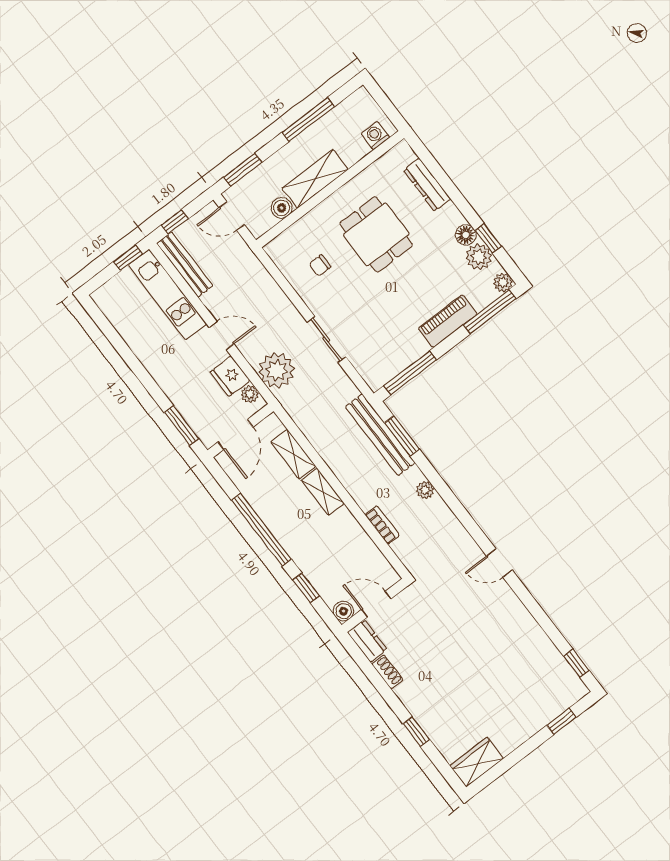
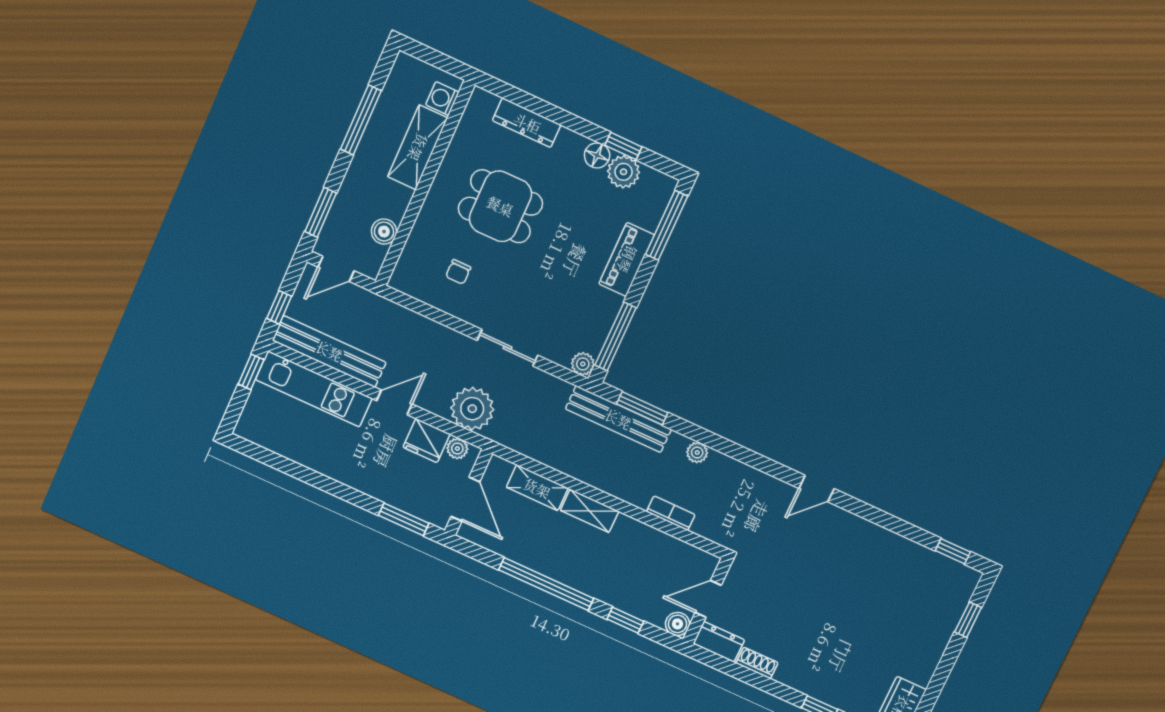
shelving: (315, 179) -> (418, 147), moved
bench: (185, 264) -> (329, 351), width x1.37, depth x1.21
plant: (503, 282) -> (583, 364), moved

